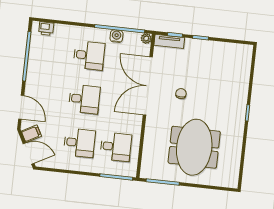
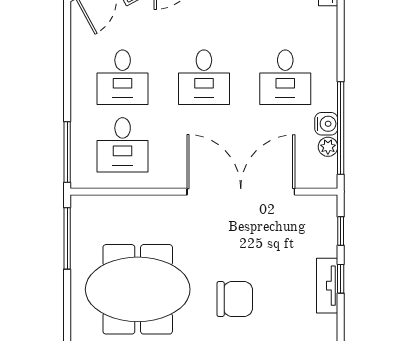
plant: (146, 38) -> (328, 147), moved
tv unit: (169, 41) -> (327, 286), moved
chair: (181, 94) -> (235, 299), moved, width x1.87, depth x1.87

